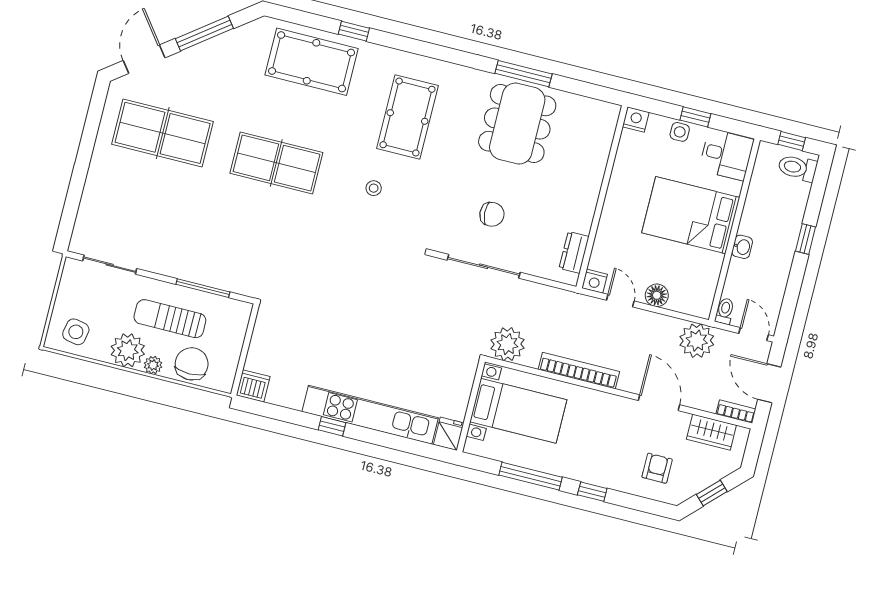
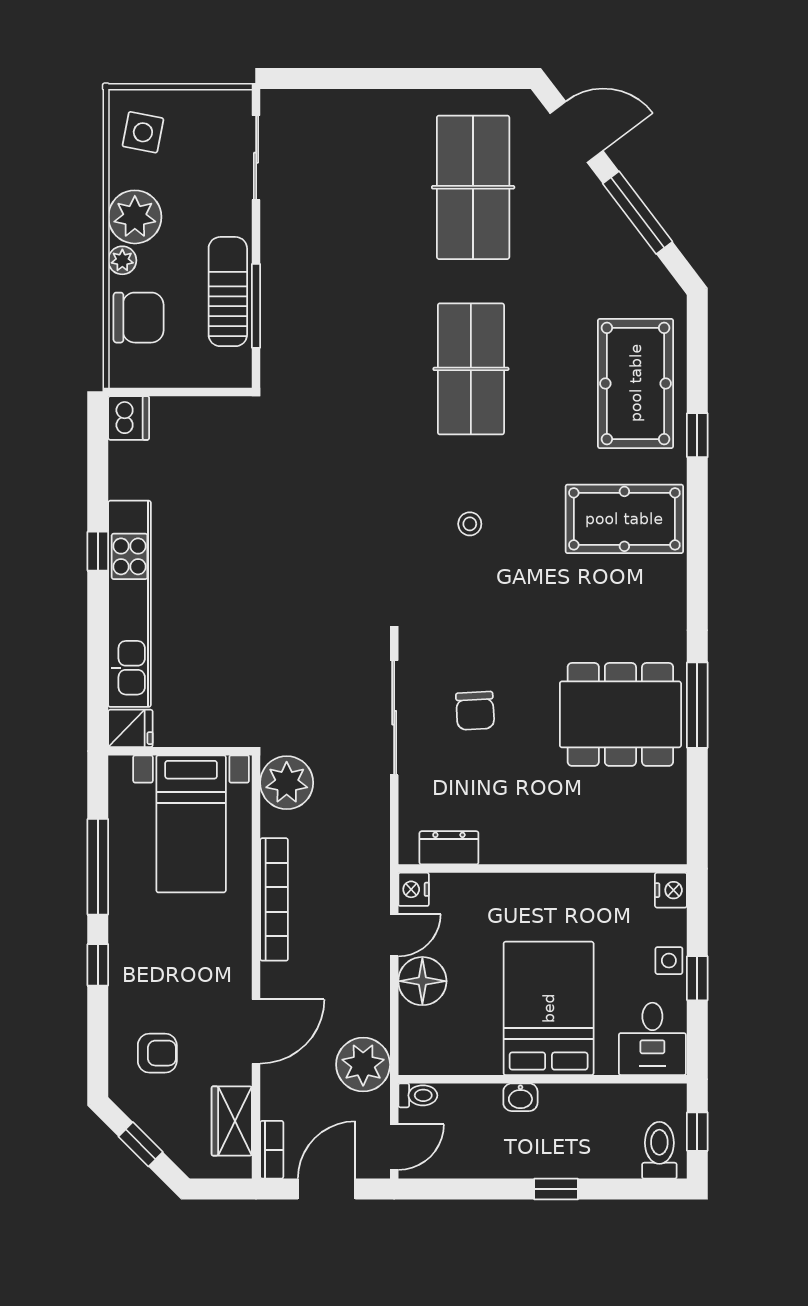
pool table: (407, 117) -> (624, 519), moved
floor lamp: (657, 295) -> (422, 981), width x1.38, depth x1.38
sun lounger: (170, 319) -> (228, 292), moved

